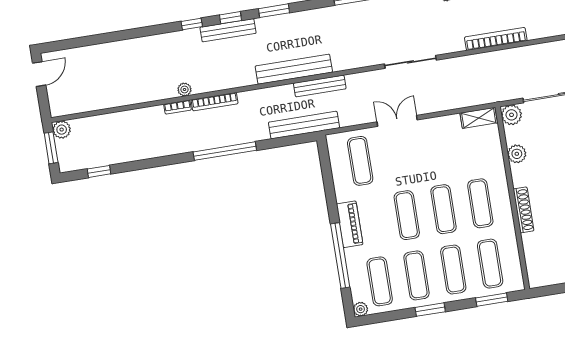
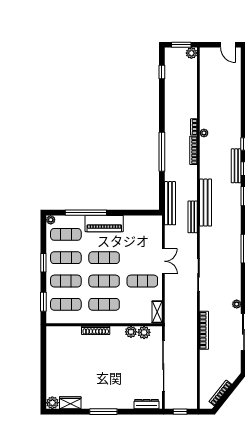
plant: (512, 115) -> (144, 332), moved
exercise mat: (360, 161) -> (142, 281), moved
piano: (350, 224) -> (104, 224), width x1.37, depth x1.33

